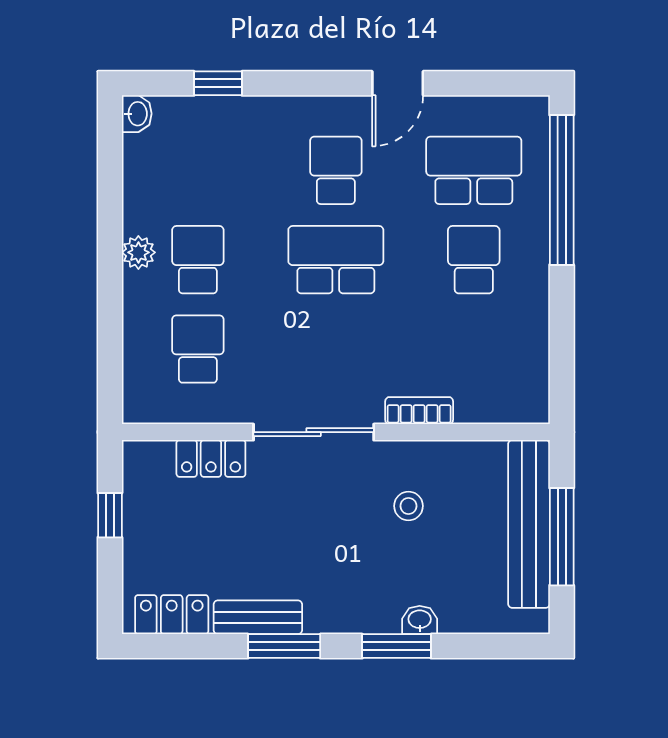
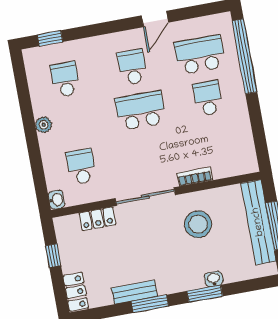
window: (218, 83) -> (50, 38), moved
washbasin: (137, 114) -> (56, 200), moved
school desk: (198, 260) -> (65, 79), moved
stool: (408, 506) -> (198, 224), width x1.89, depth x1.89
locker: (172, 615) -> (76, 292), moved, turned 90

